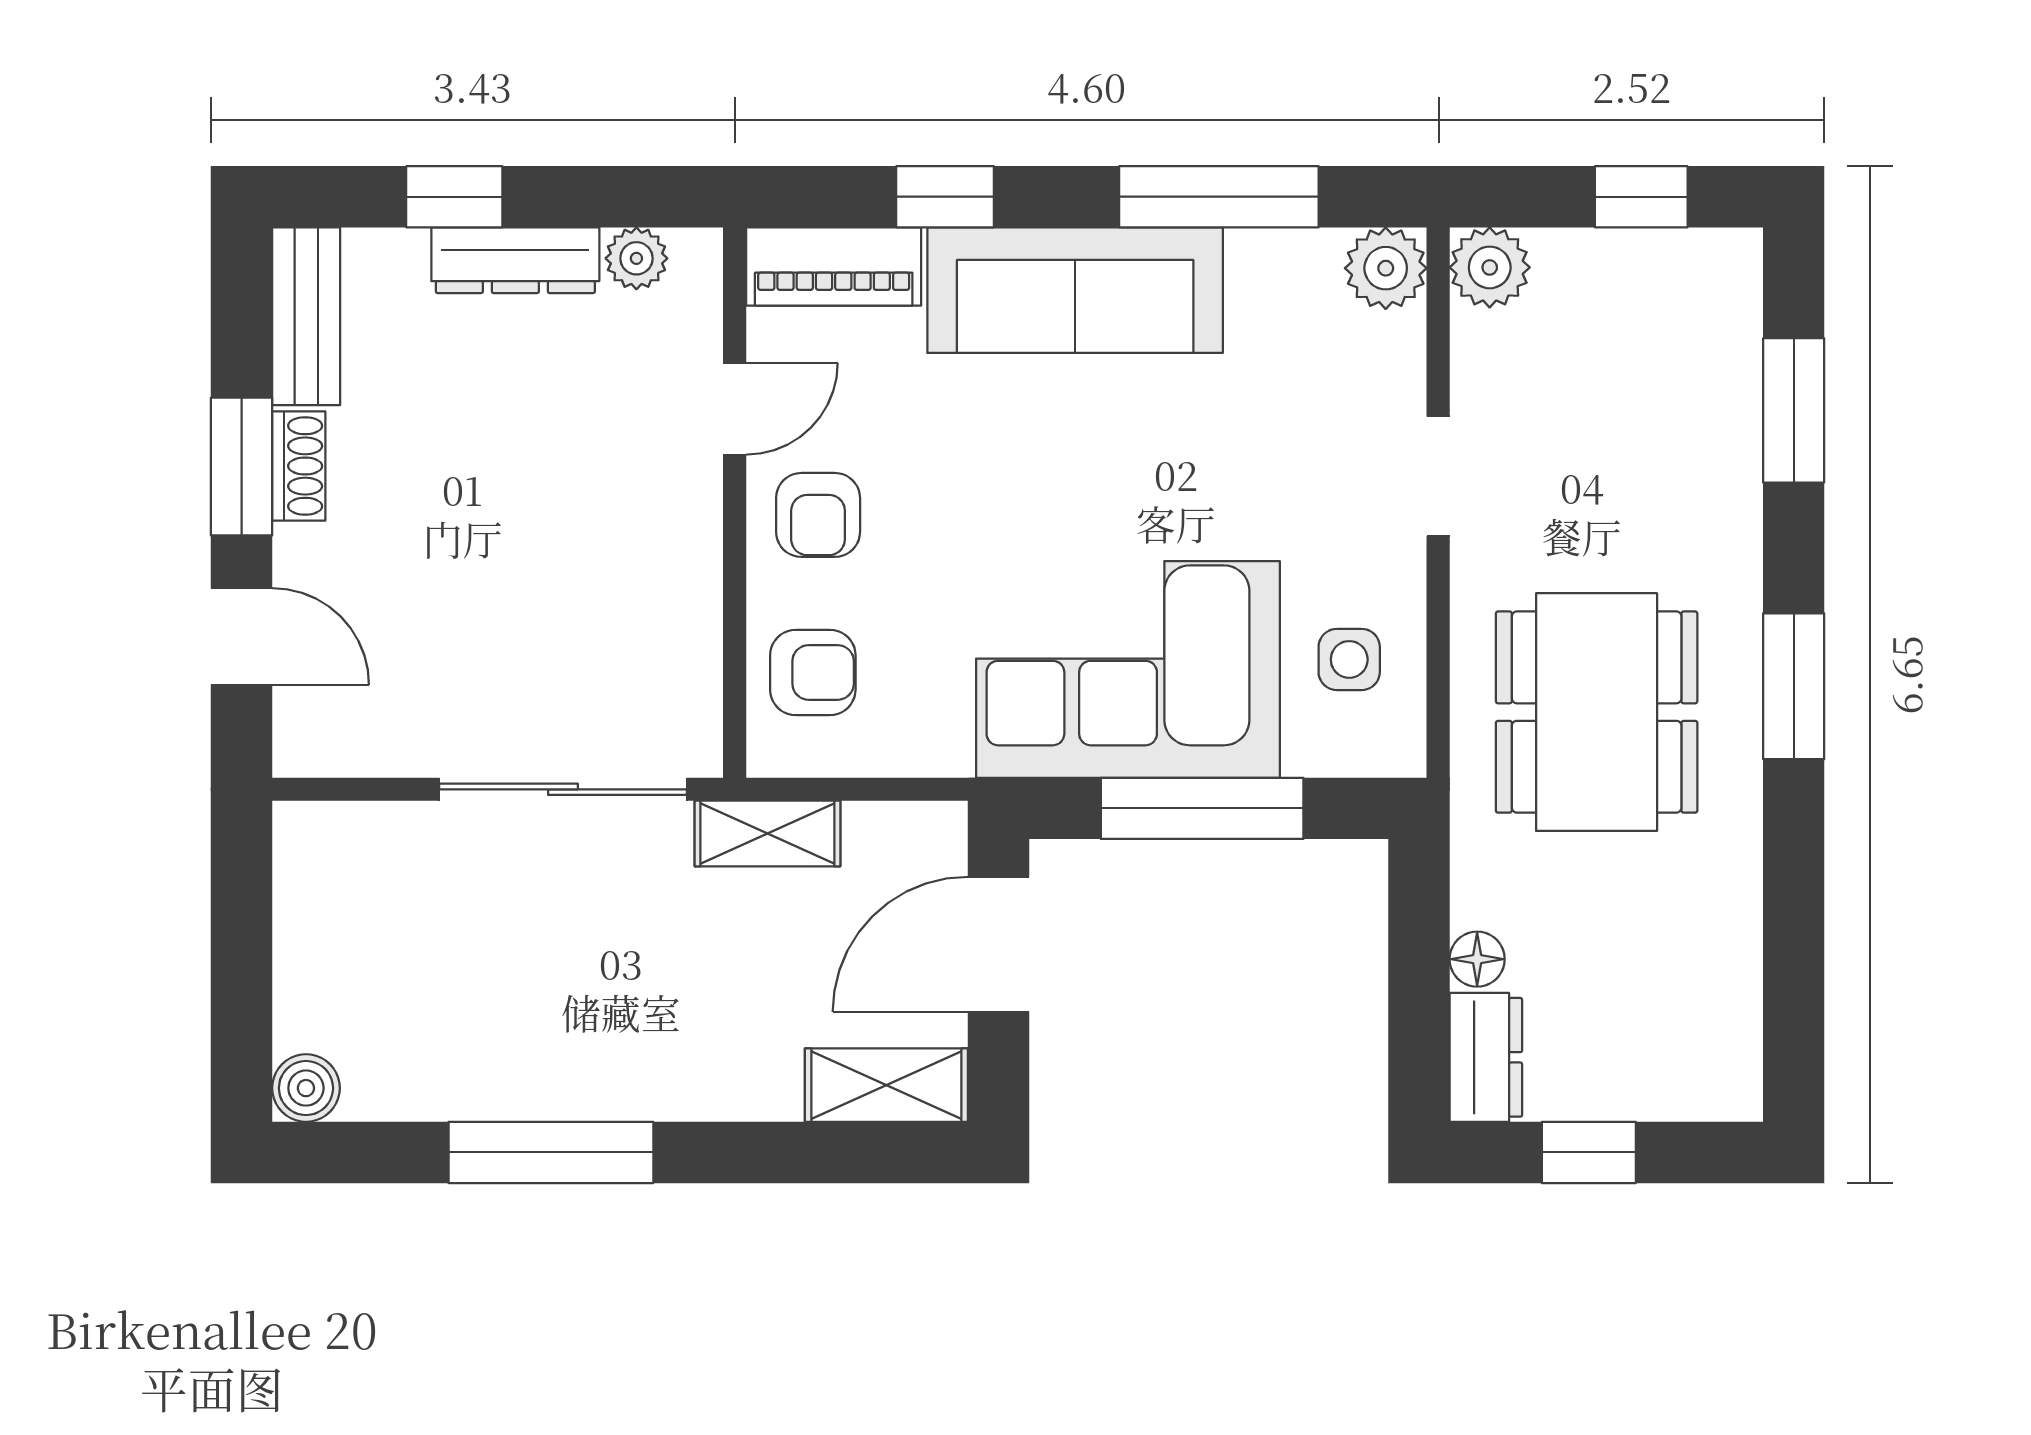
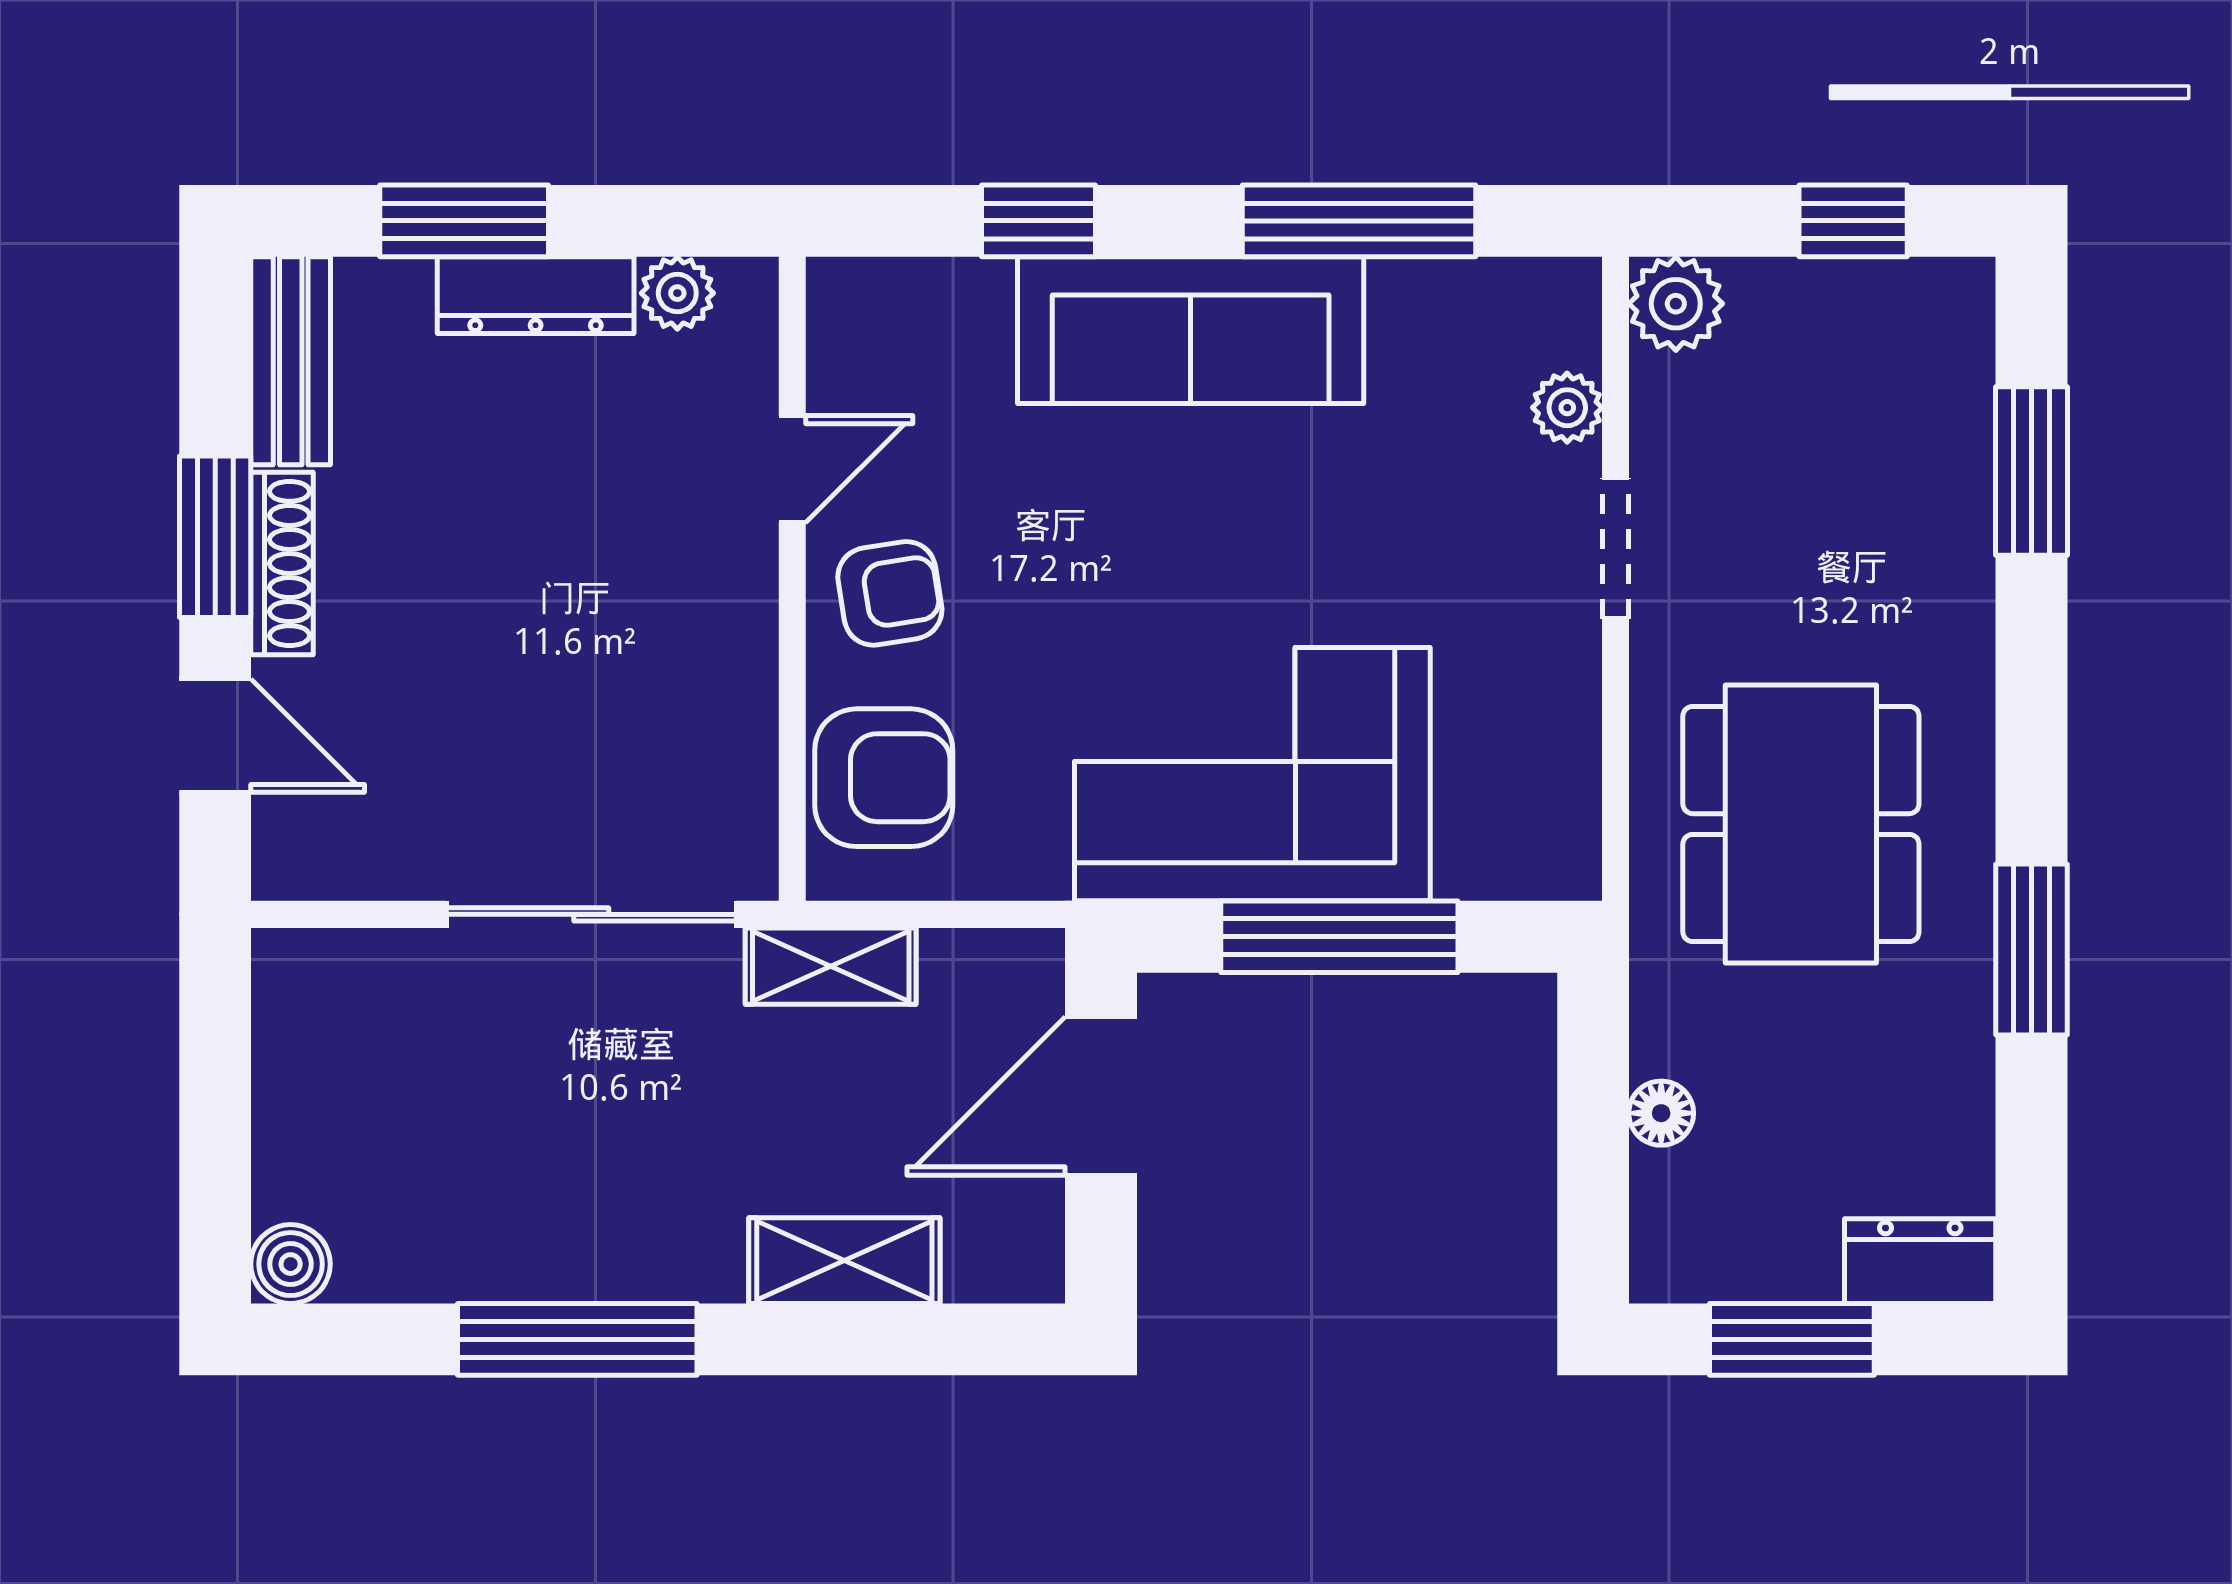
window: (454, 197) -> (464, 221), width x1.50
piano: (834, 266) -> (908, 303), removed
plant: (1386, 268) -> (1567, 408), moved, width x0.73, depth x0.73
shoe rack: (299, 466) -> (282, 564), width x1.43
armchair: (818, 515) -> (890, 593), turned -99
side table: (1349, 659) -> (1511, 762), removed
armchair: (813, 672) -> (884, 778), width x1.38, depth x1.38
window: (1794, 686) -> (2032, 950), moved
dresser: (1486, 1057) -> (1920, 1261), moved, turned -90
shelving: (886, 1085) -> (844, 1261), moved
window: (1589, 1152) -> (1792, 1339), width x1.50

